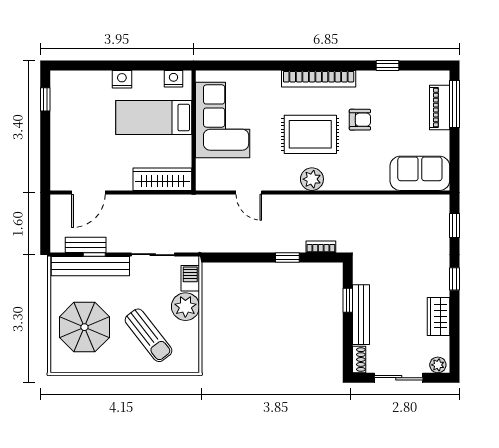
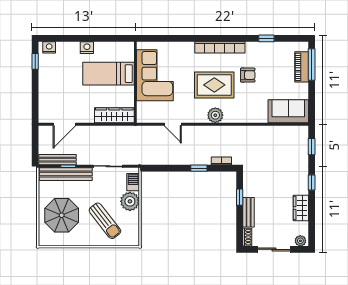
nightstand: (174, 79) -> (49, 47), moved
bench: (86, 245) -> (57, 160), width x1.36
bench: (361, 315) -> (249, 212), width x0.73

